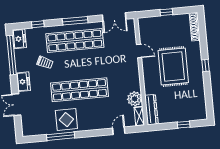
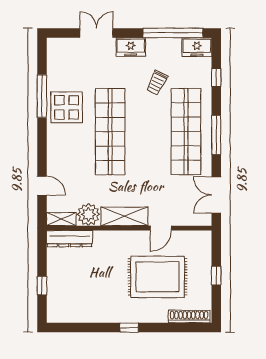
rug: (173, 66) -> (158, 277), moved
shelving: (134, 75) -> (124, 216), added

